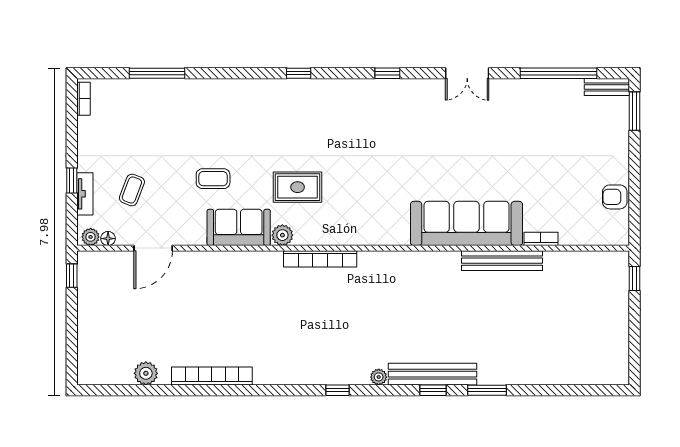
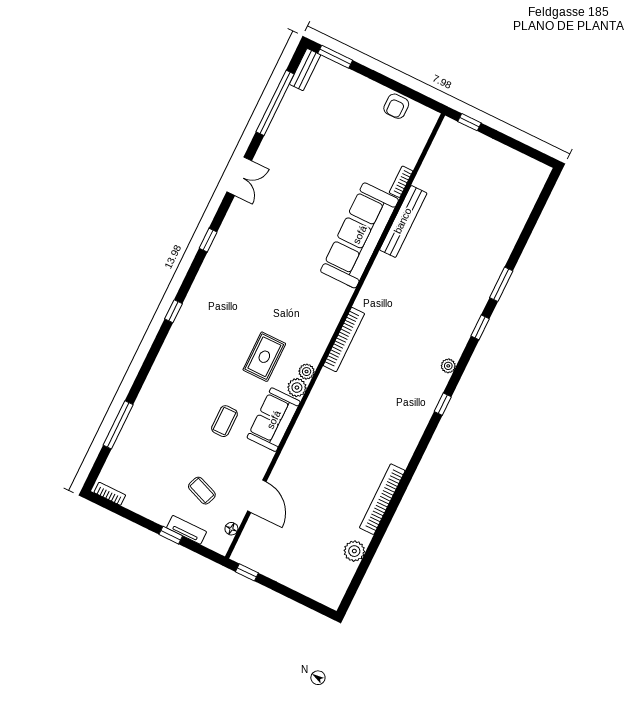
plant: (91, 237) -> (307, 372), moved
bookcase: (320, 259) -> (344, 340), moved
bench: (432, 374) -> (467, 322), removed

